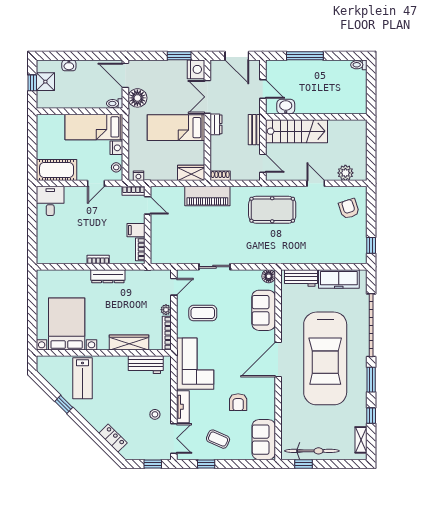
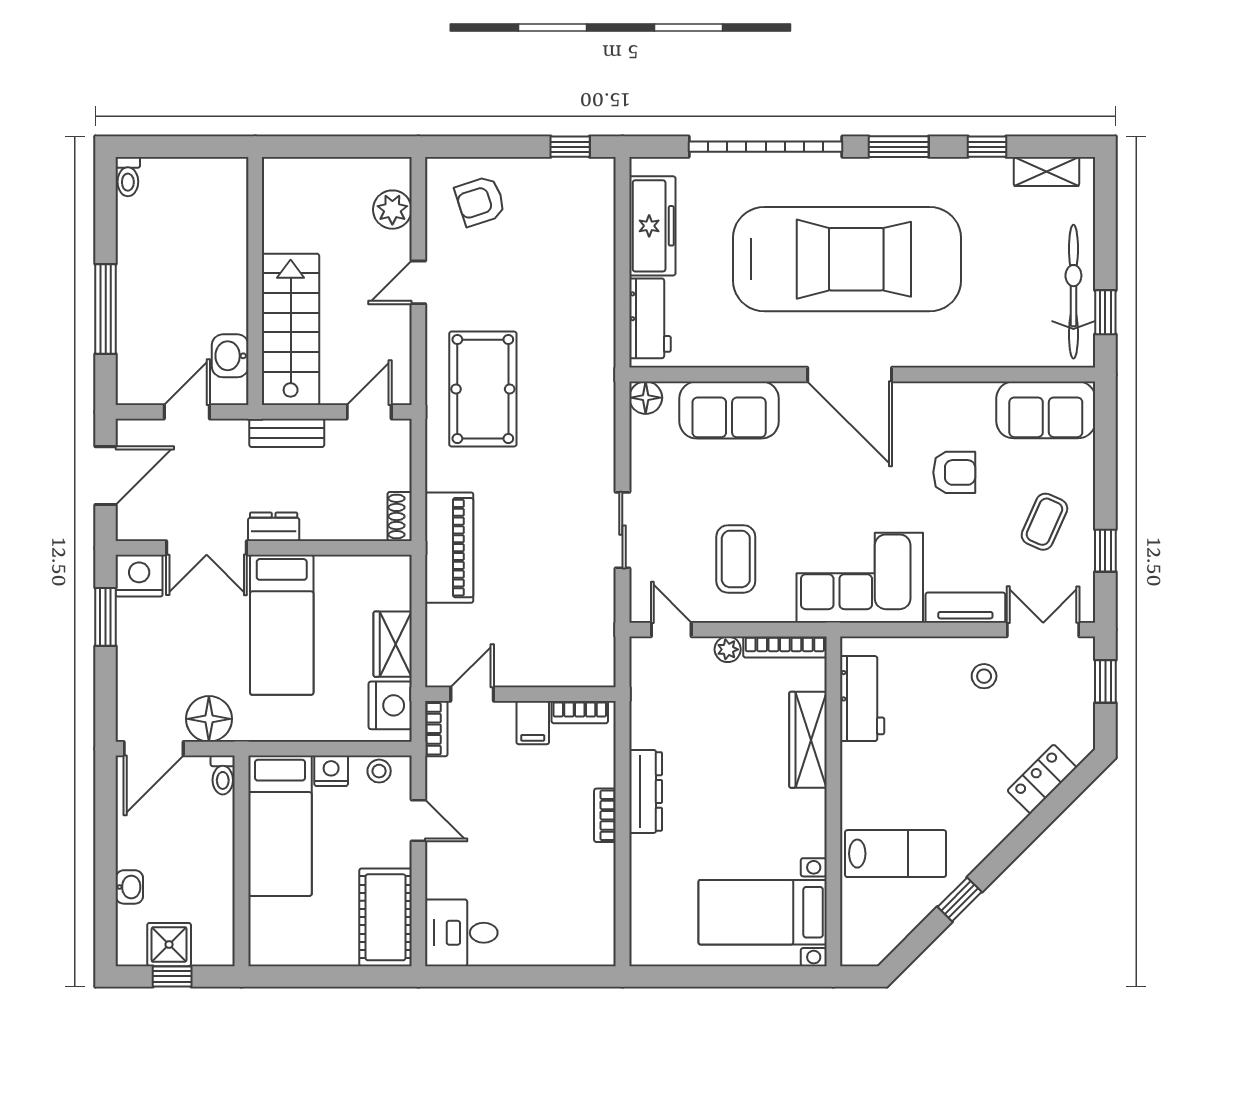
wardrobe: (191, 173) -> (393, 644), moved
nightstand: (138, 176) -> (390, 705), width x1.89, depth x1.79
bed with nightstands: (67, 324) -> (763, 912), width x0.73

